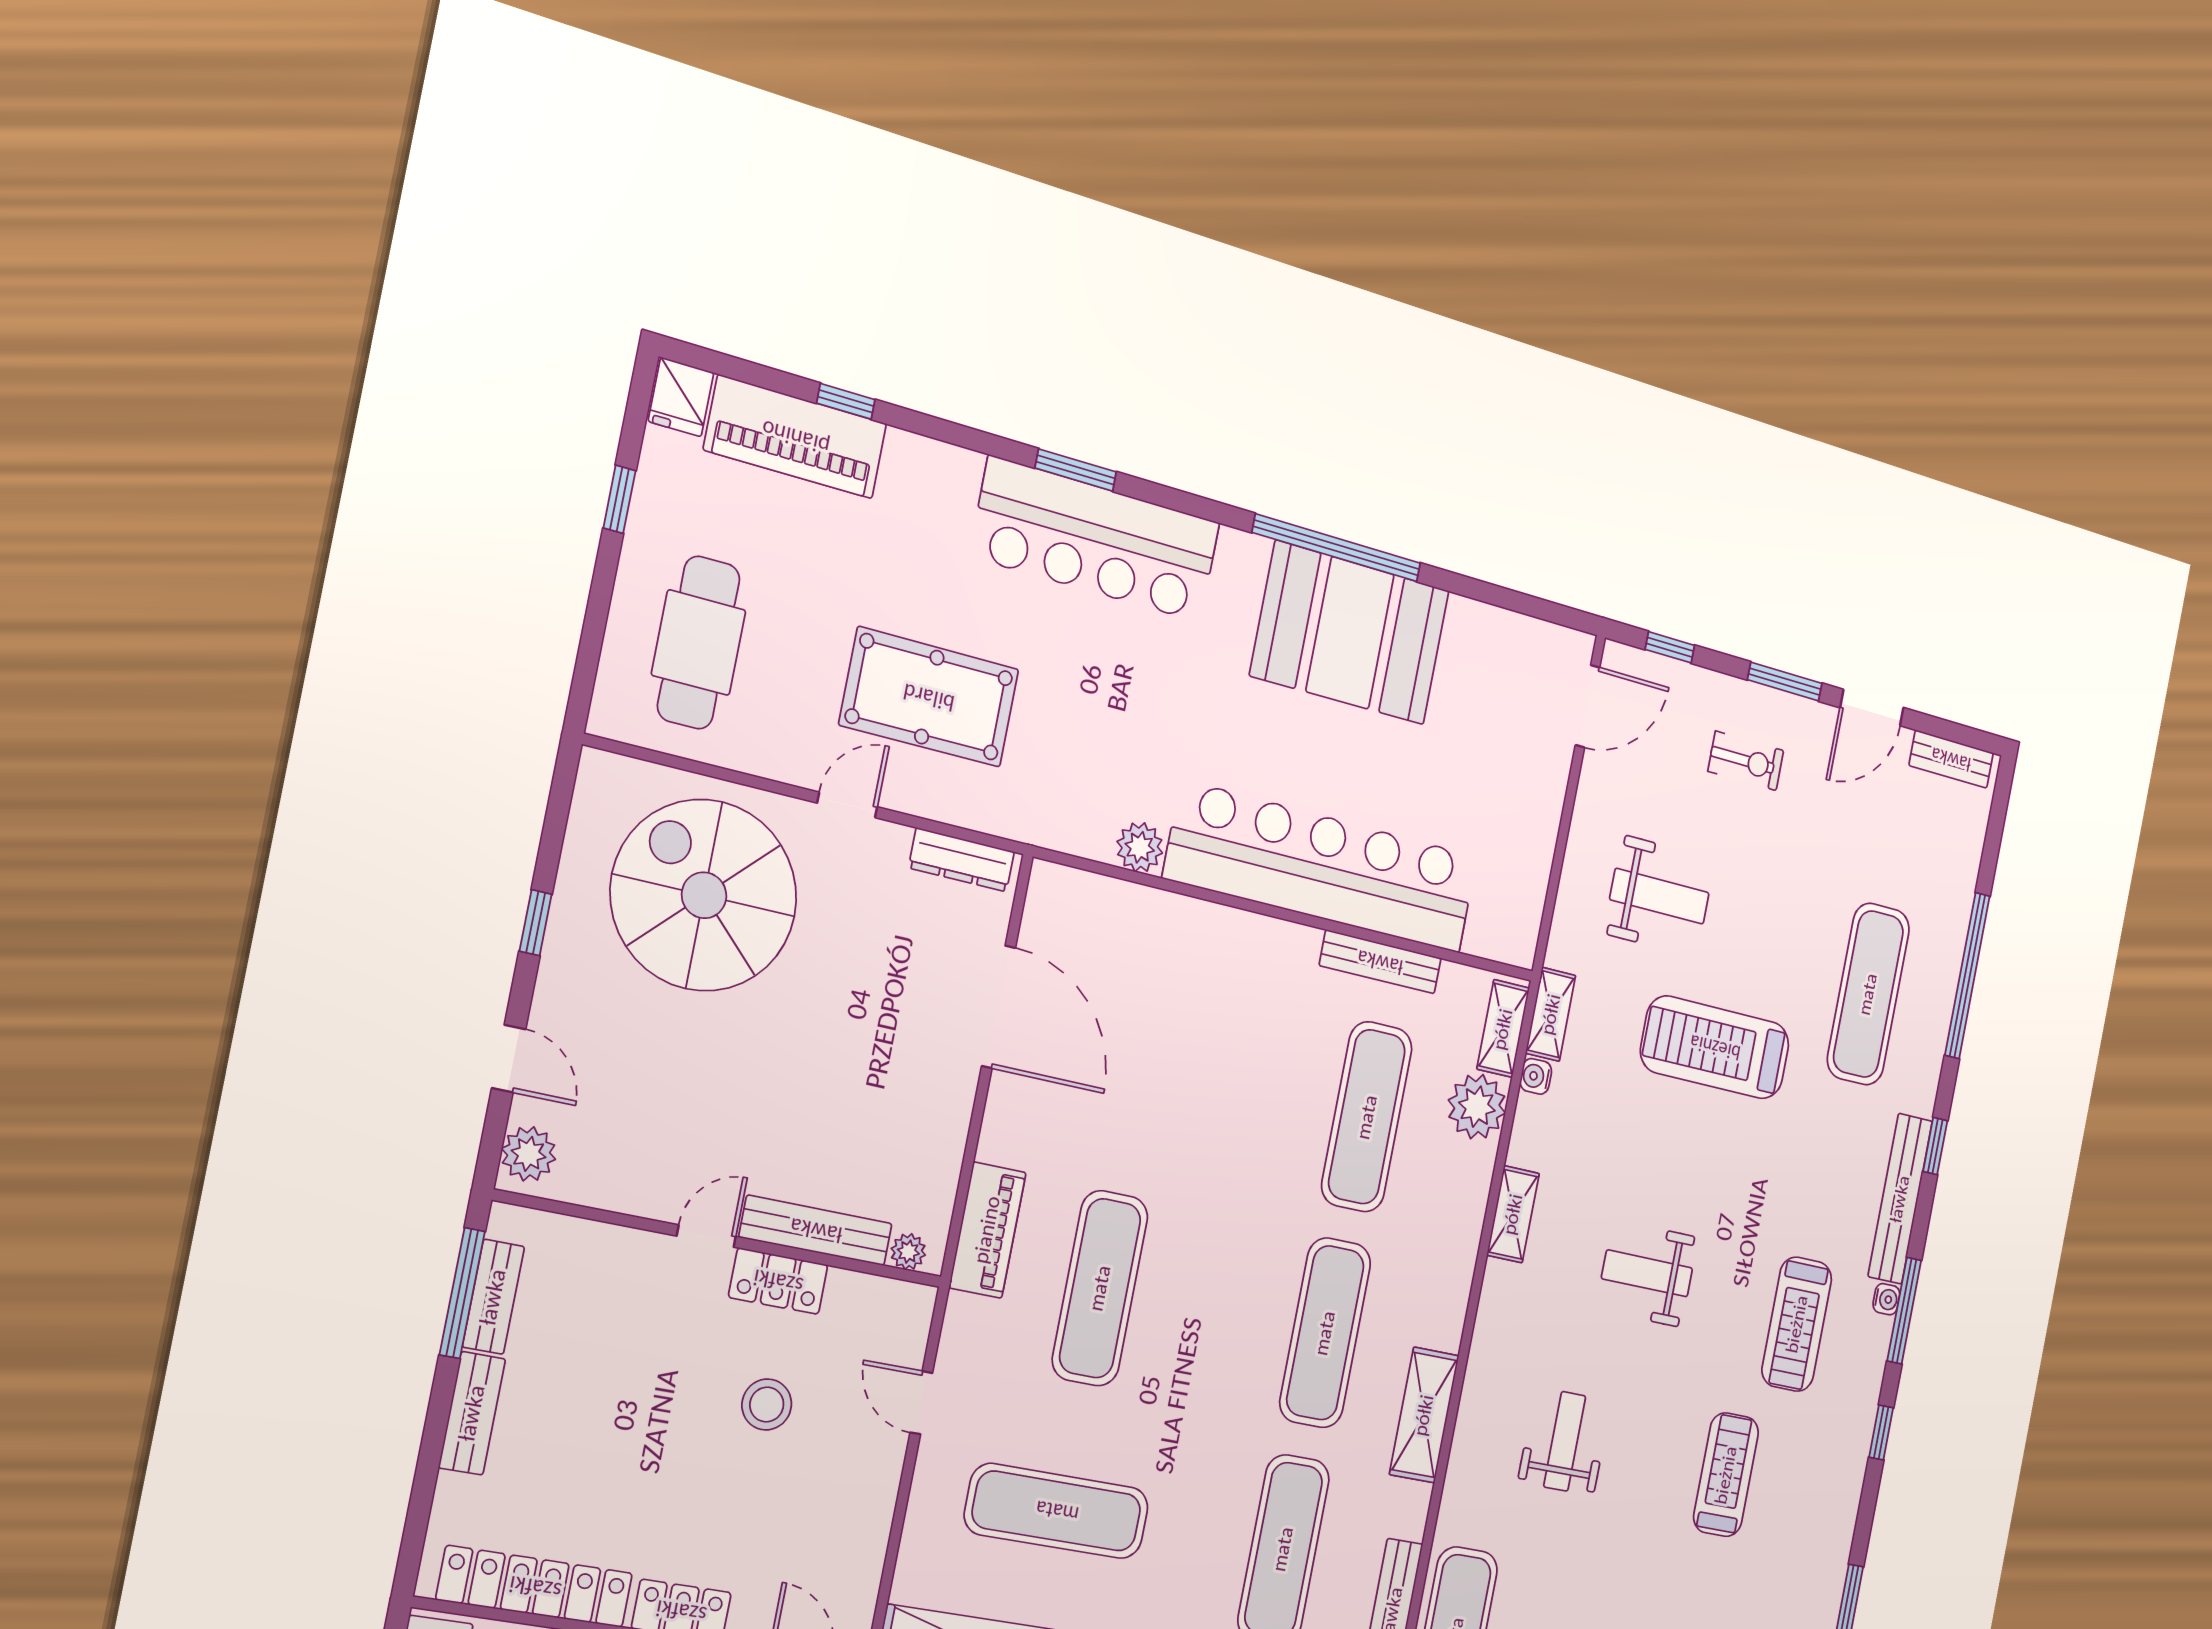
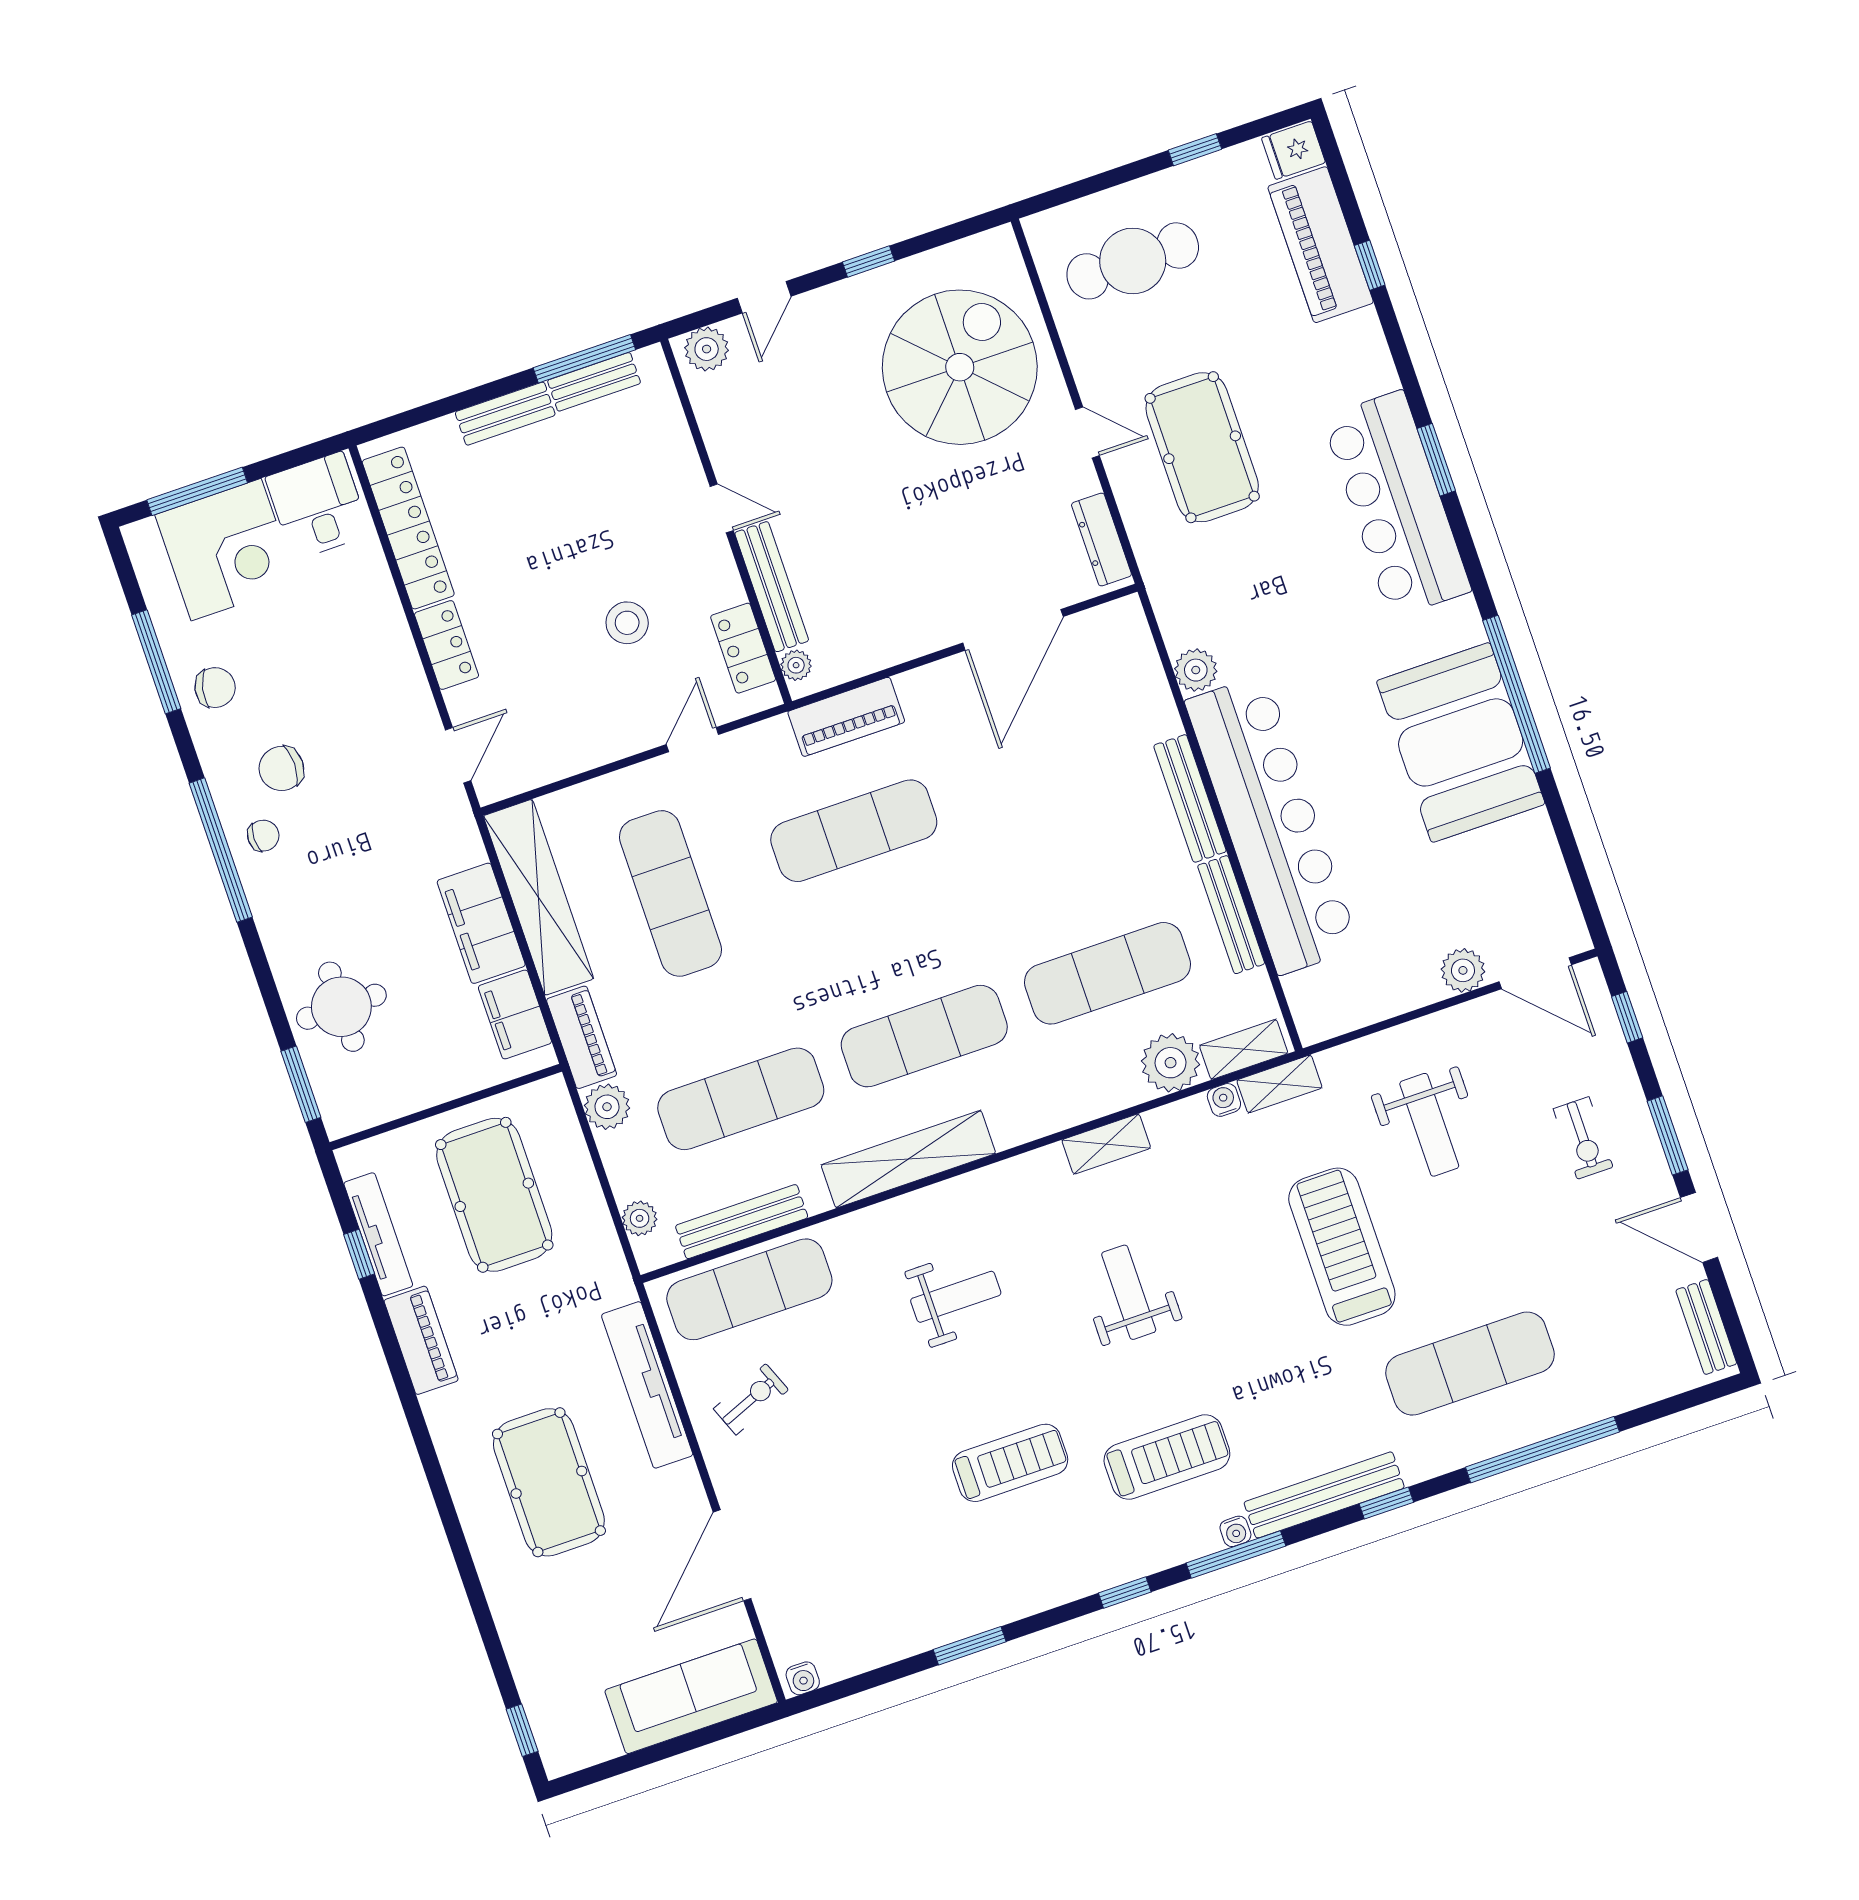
plant: (1548, 773) -> (1463, 970), added
bench: (1255, 932) -> (1190, 798), added
locker: (778, 1281) -> (743, 648), moved
treadmill: (1797, 1324) -> (1167, 1457), turned 180
shelving: (1424, 1415) -> (908, 1159), width x1.47

